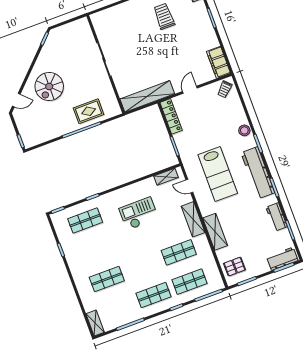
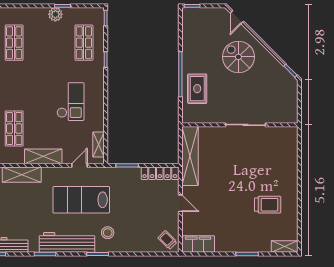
stool: (244, 130) -> (108, 233), moved
plant: (70, 253) -> (55, 14), added

